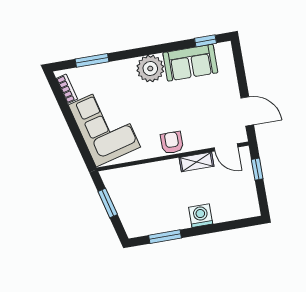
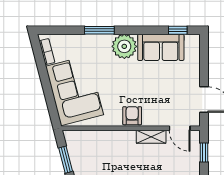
window: (92, 60) -> (99, 30), moved

